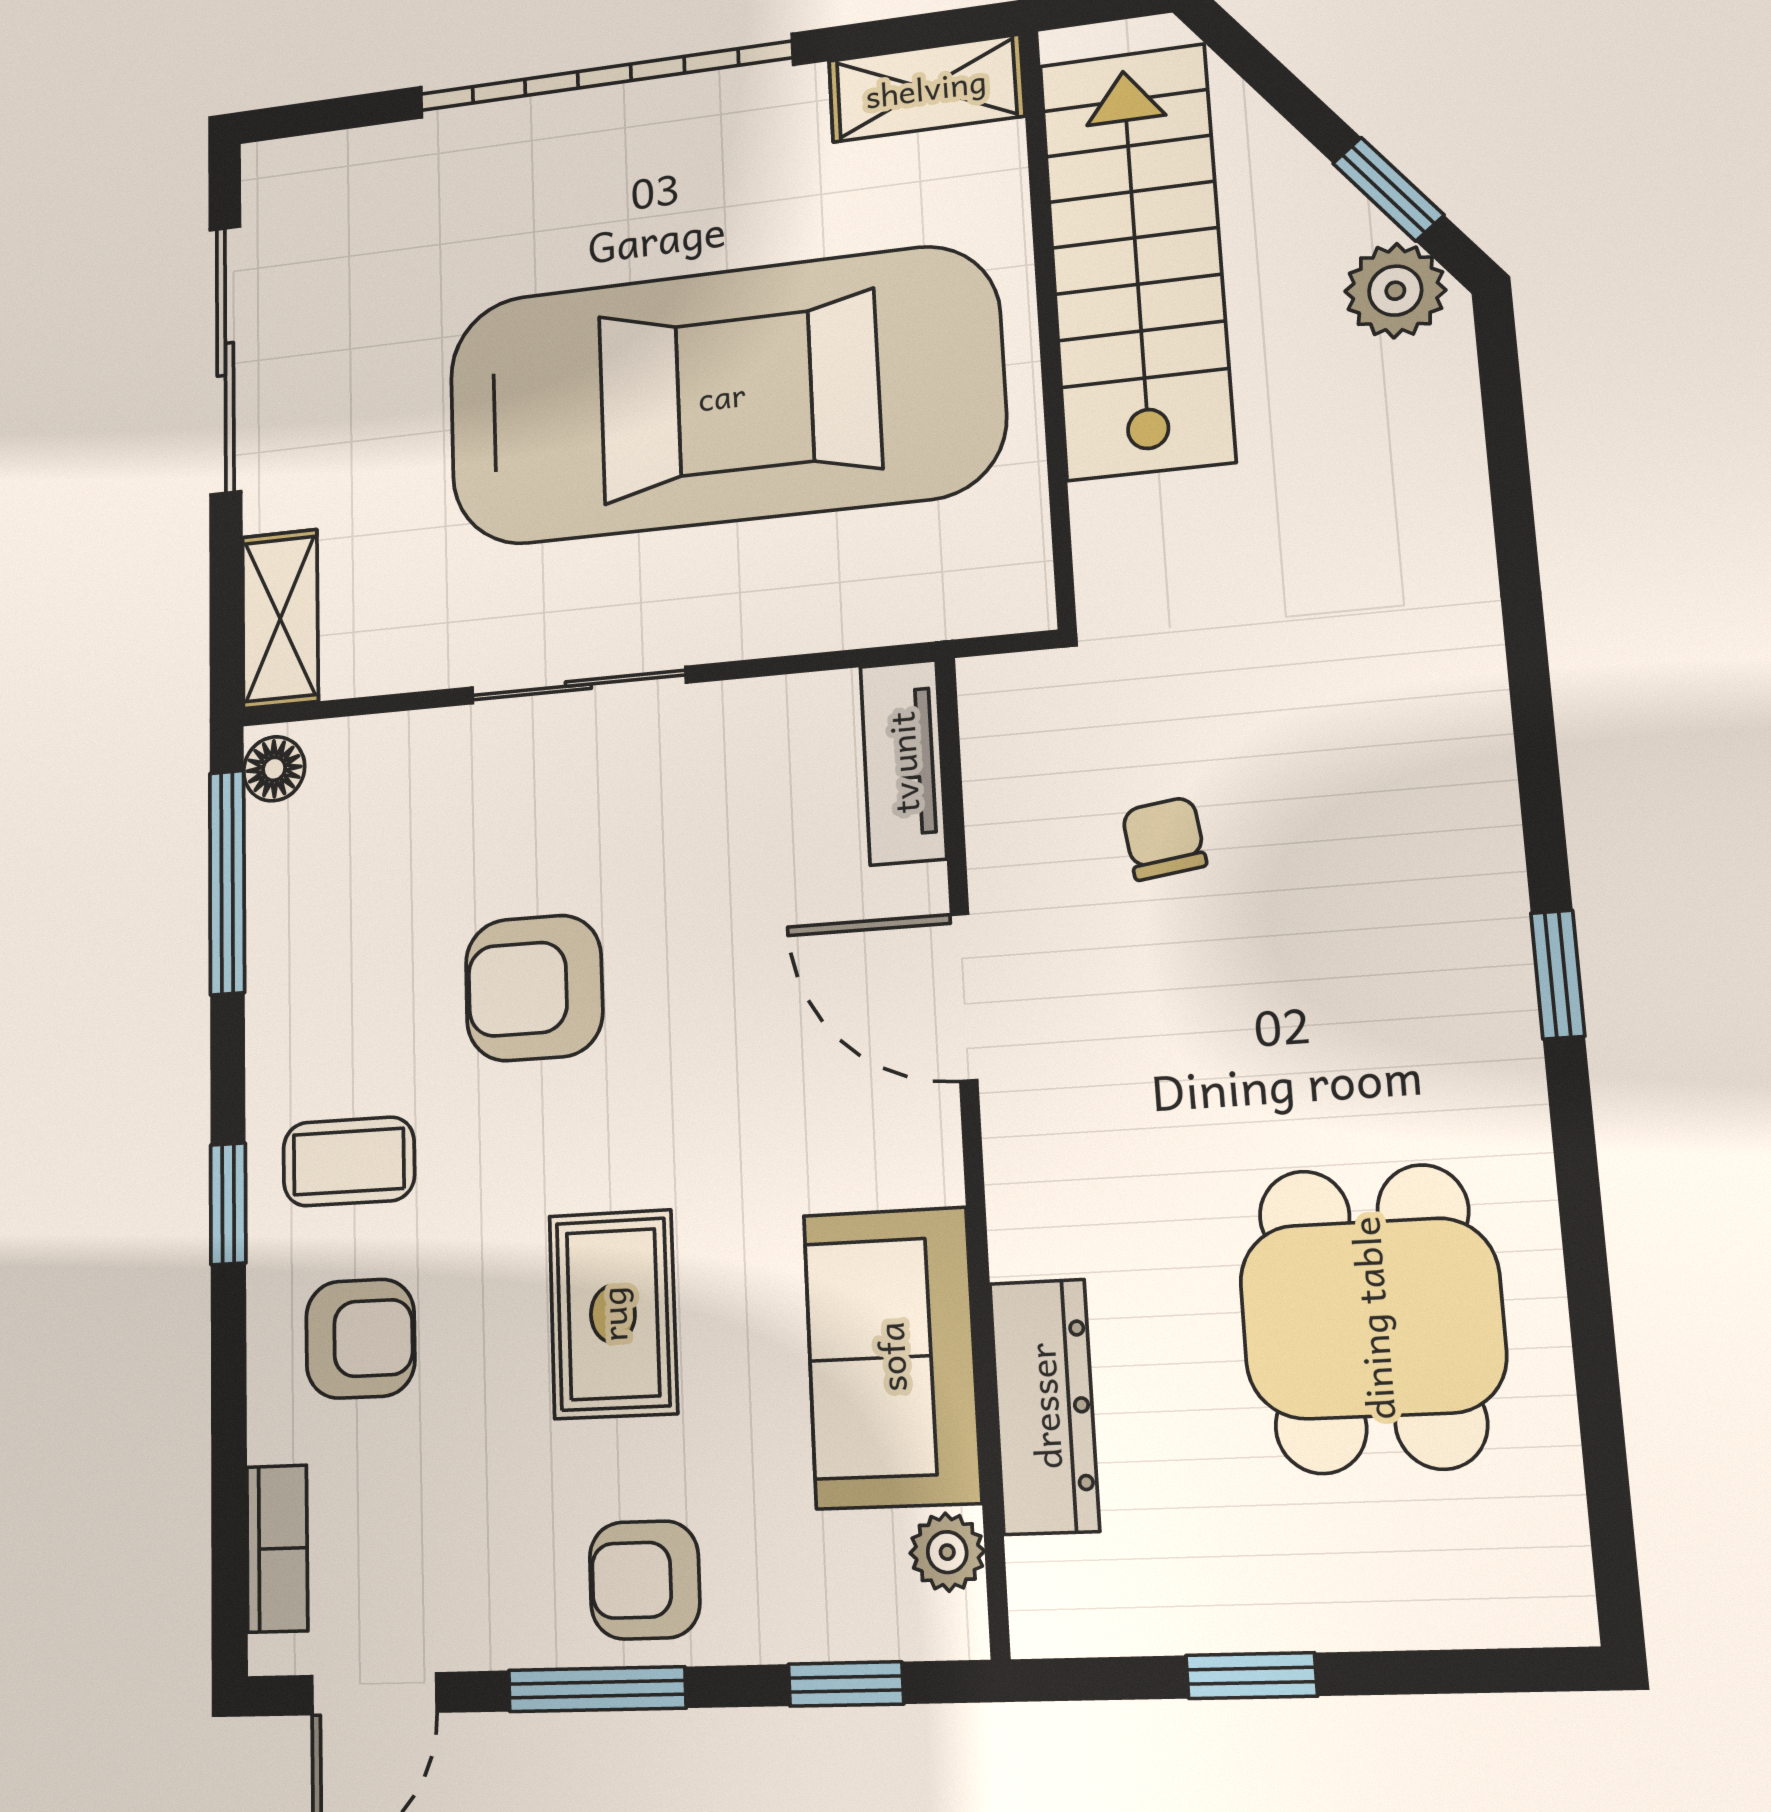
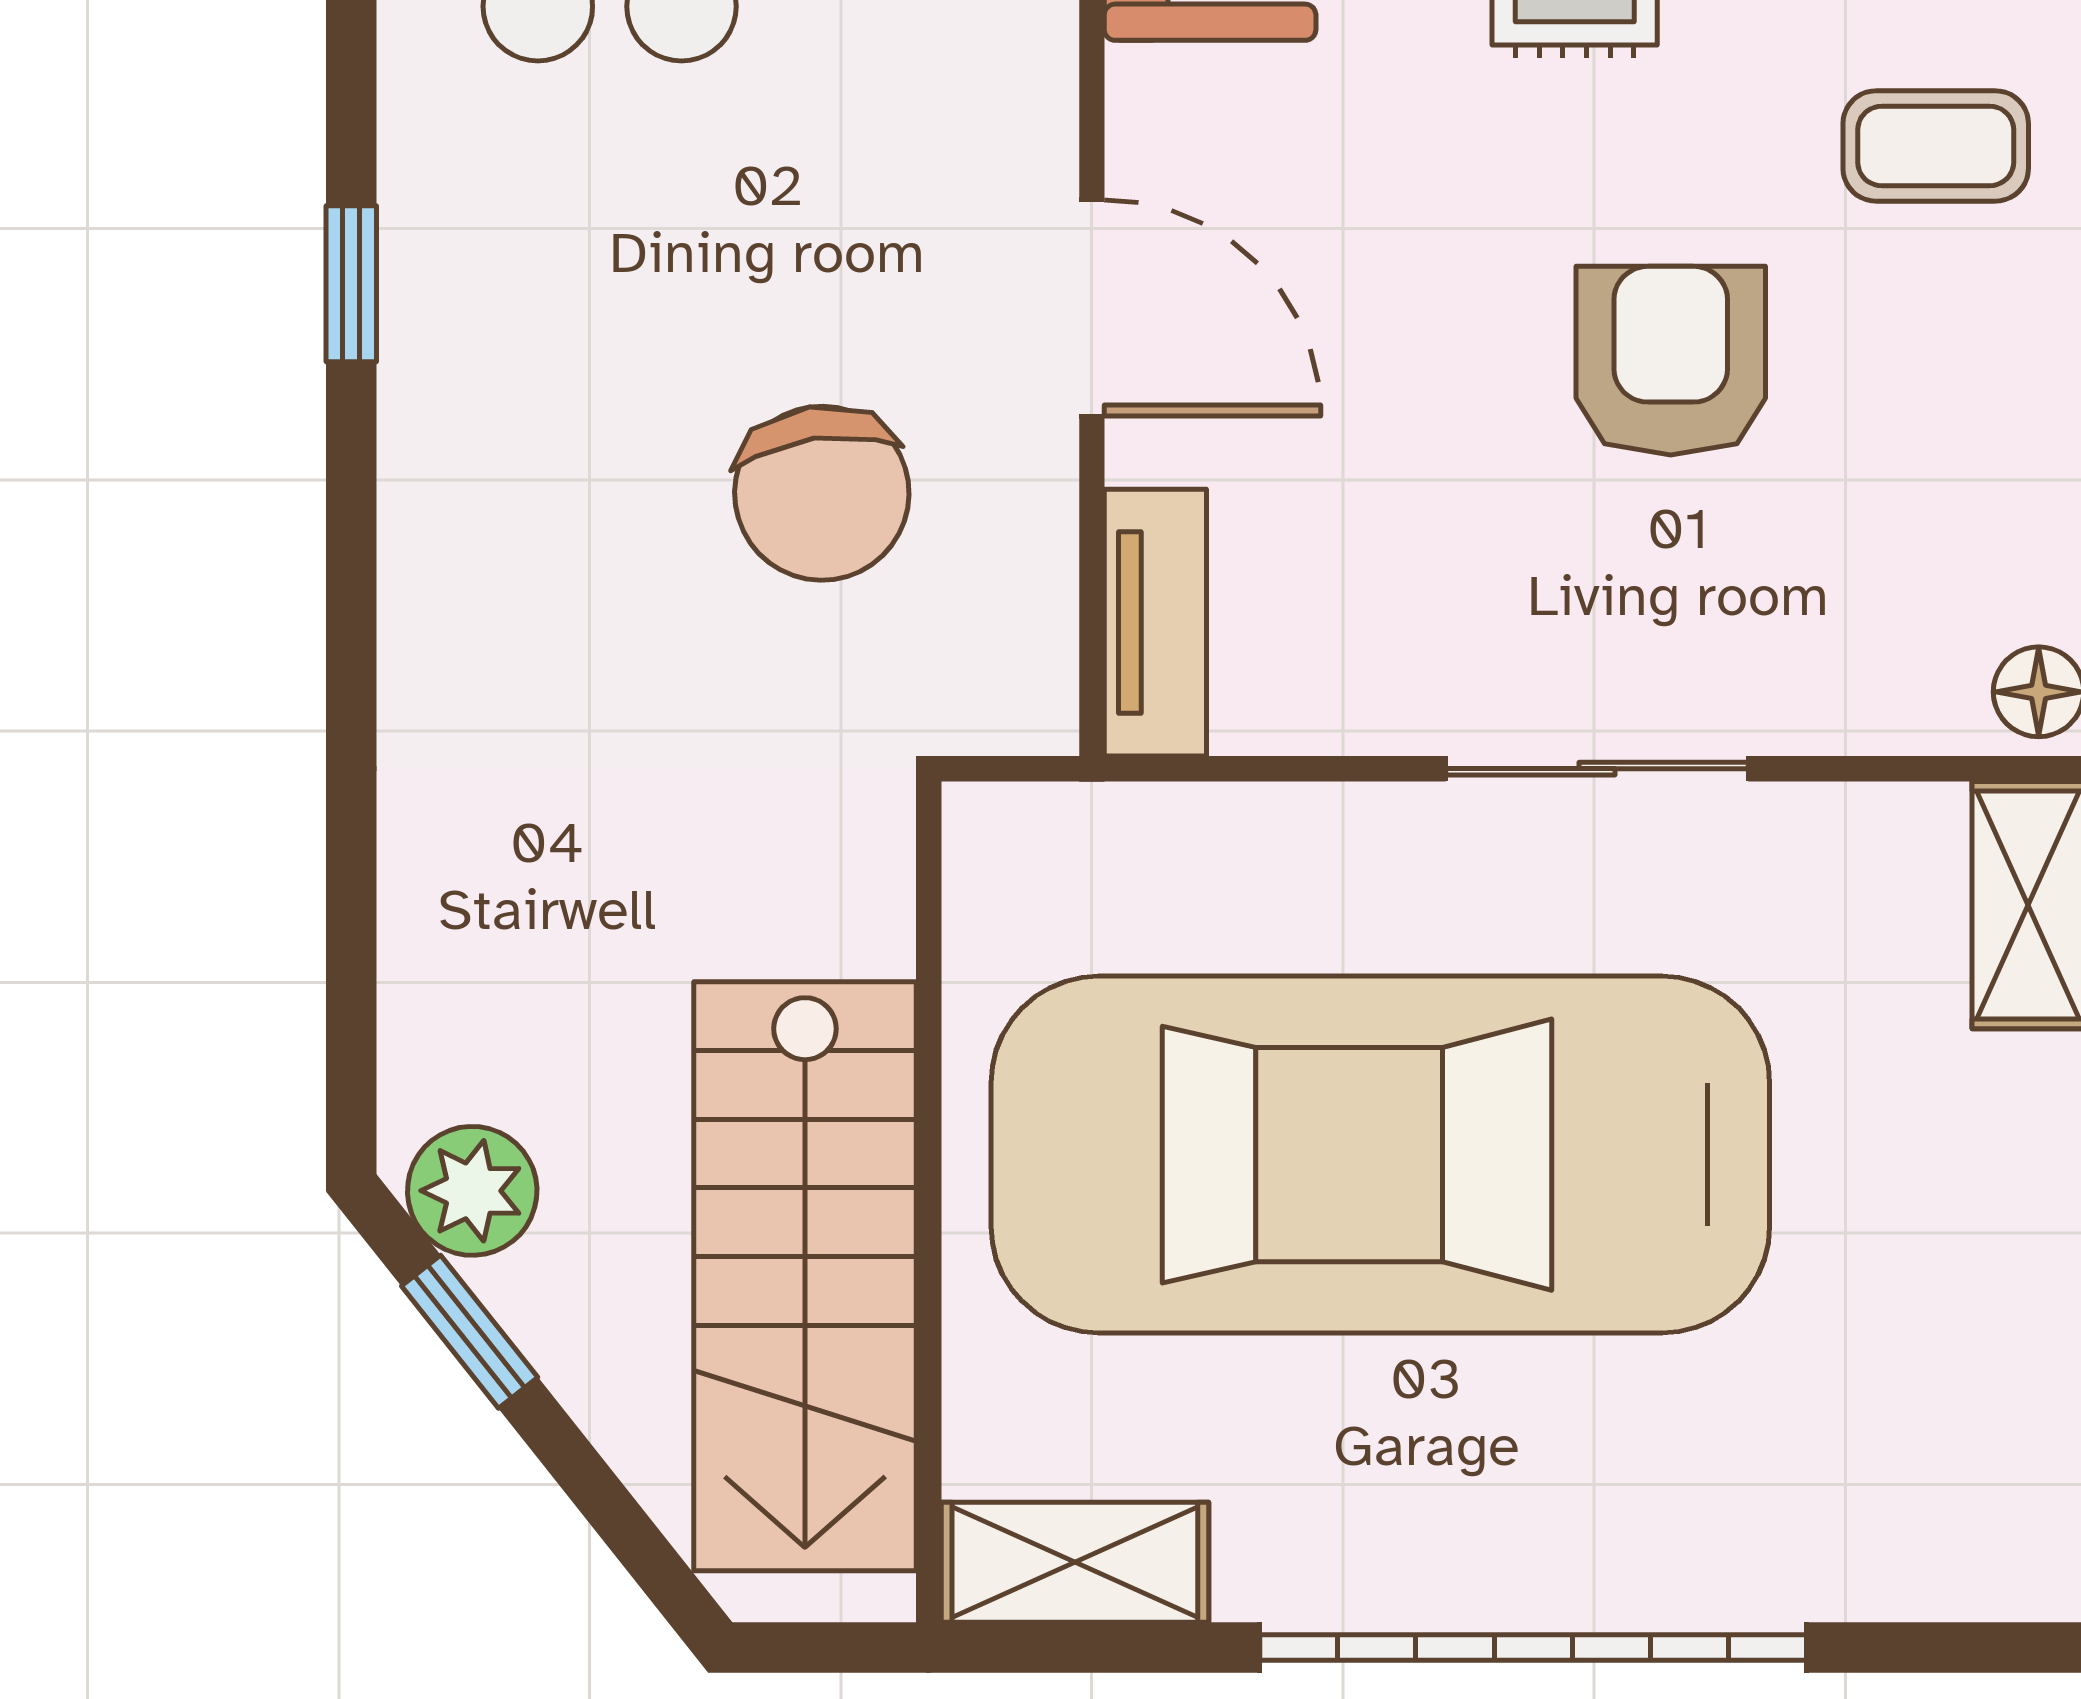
chair: (1164, 838) -> (822, 493), width x1.87, depth x1.87
armchair: (534, 988) -> (1671, 361), turned -90

